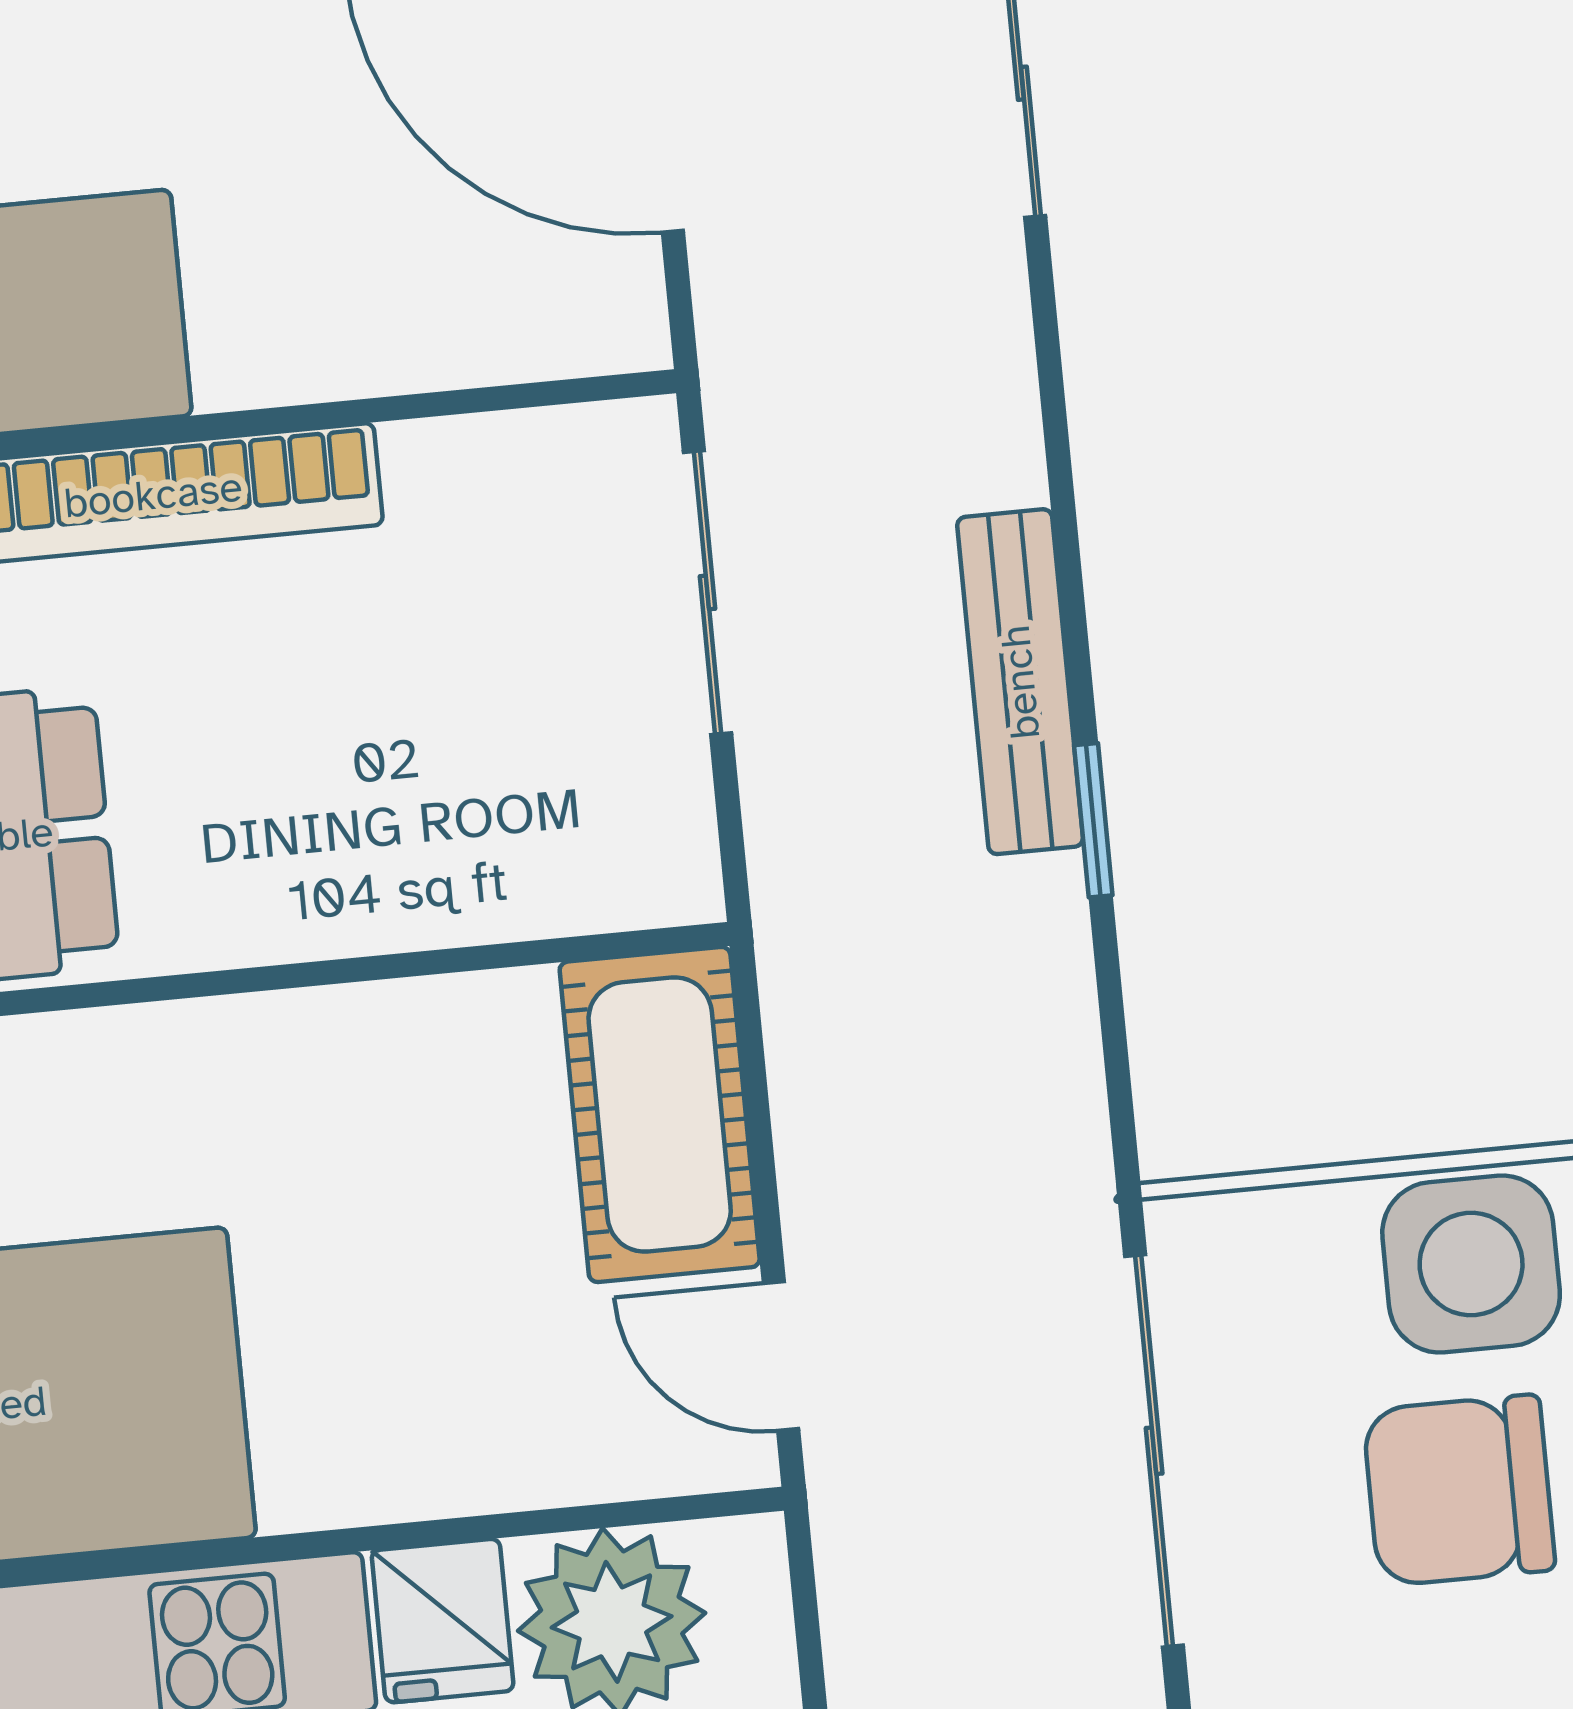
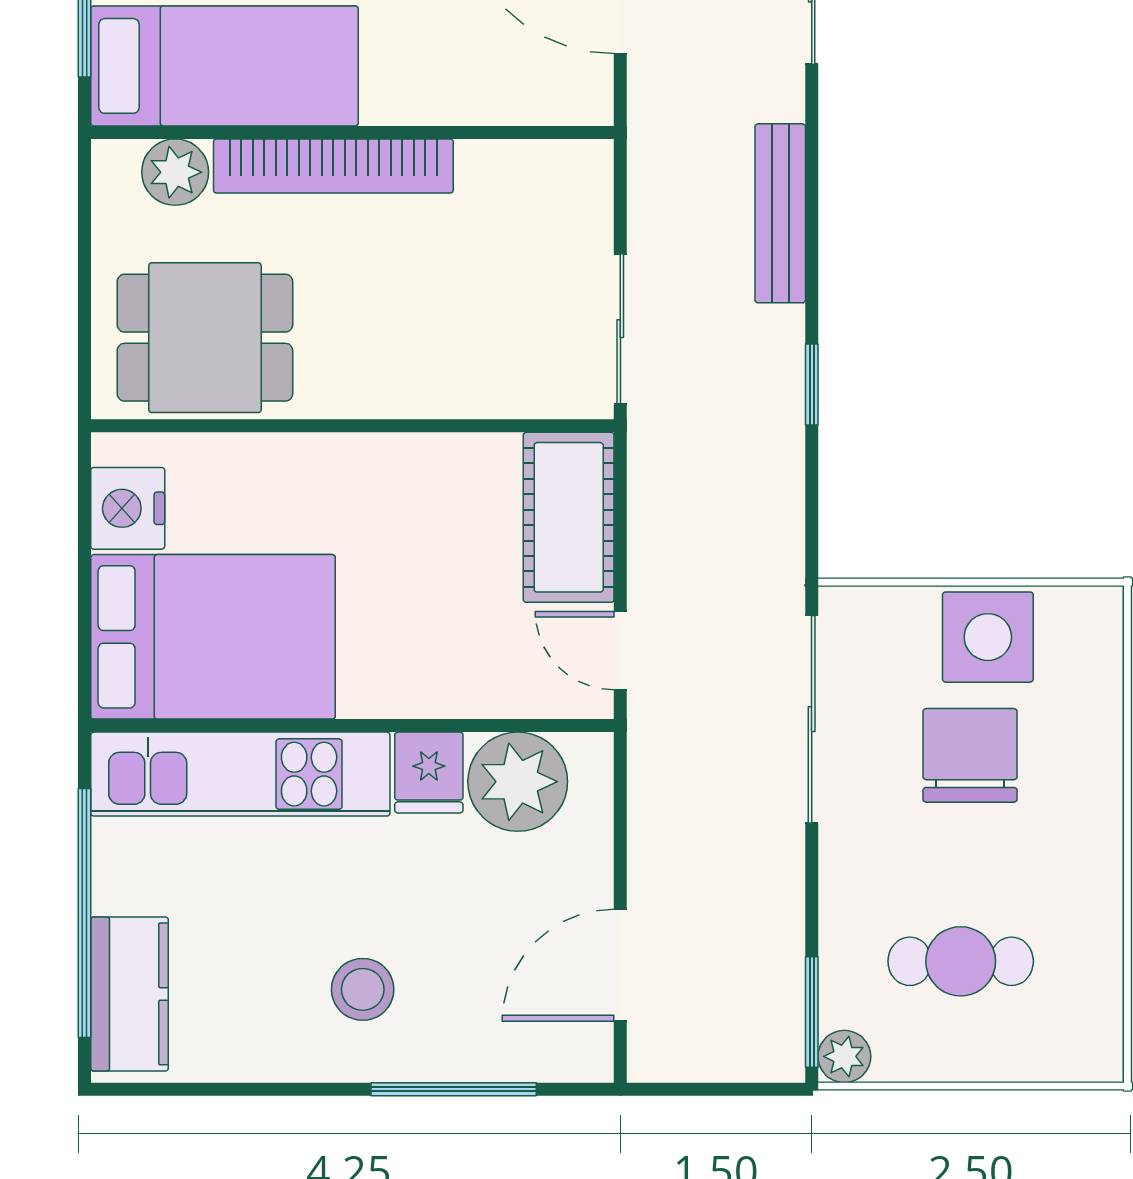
sliding door: (708, 592) -> (620, 329), moved
bench: (1020, 682) -> (780, 213), moved
chair: (1459, 1490) -> (970, 755), turned 90

